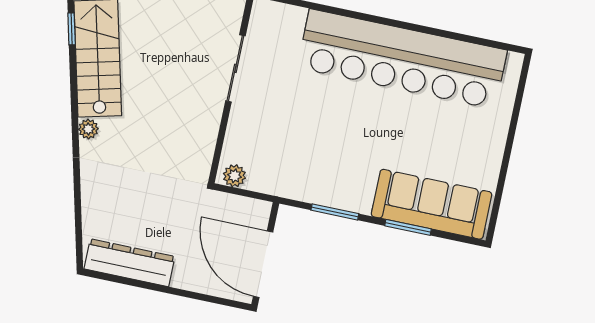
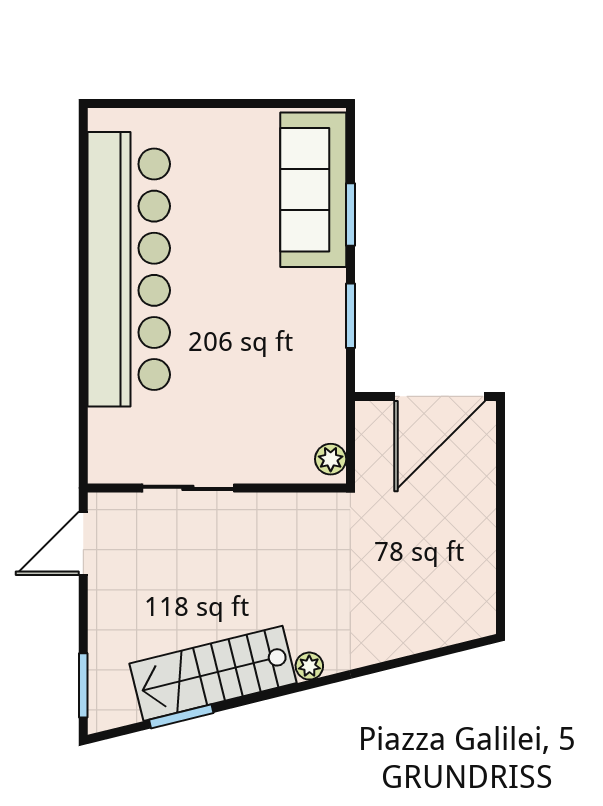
window: (72, 29) -> (181, 716), width x1.50
dresser: (129, 263) -> (475, 574), removed

